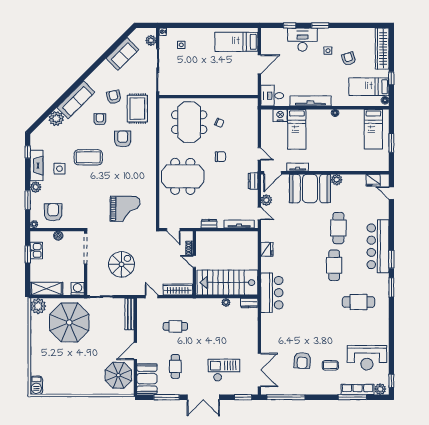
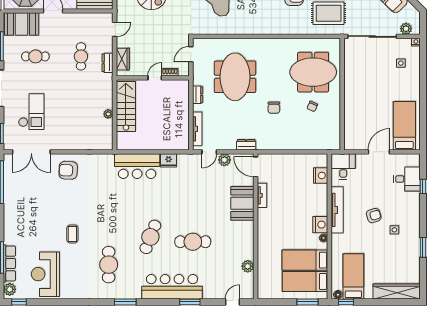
window: (320, 25) -> (423, 247), moved
desk: (302, 40) -> (407, 179), moved, width x0.73
armchair: (349, 59) -> (374, 216), moved
door: (259, 64) -> (379, 152), swing flipped
window: (391, 78) -> (346, 302), moved
nightstand: (323, 116) -> (320, 225), added
bed: (297, 129) -> (305, 260), moved
window: (391, 143) -> (308, 302), moved
door: (259, 154) -> (277, 152), removed
meeting table: (183, 176) -> (235, 77), moved
plant: (337, 180) -> (248, 266), moved
fridge: (373, 180) -> (247, 281), removed
booth: (310, 189) -> (242, 203), width x0.73, depth x0.70
window: (391, 259) -> (190, 302), moved
cafe table: (334, 265) -> (150, 237), turned -69
stairs: (227, 283) -> (126, 106), width x0.73, depth x0.66
wardrobe: (178, 290) -> (123, 59), width x0.67
bar counter: (272, 293) -> (137, 166), moved
dresser: (249, 303) -> (108, 63), moved
armchair: (302, 360) -> (68, 170), moved
coffee table: (330, 365) -> (72, 234), moved

